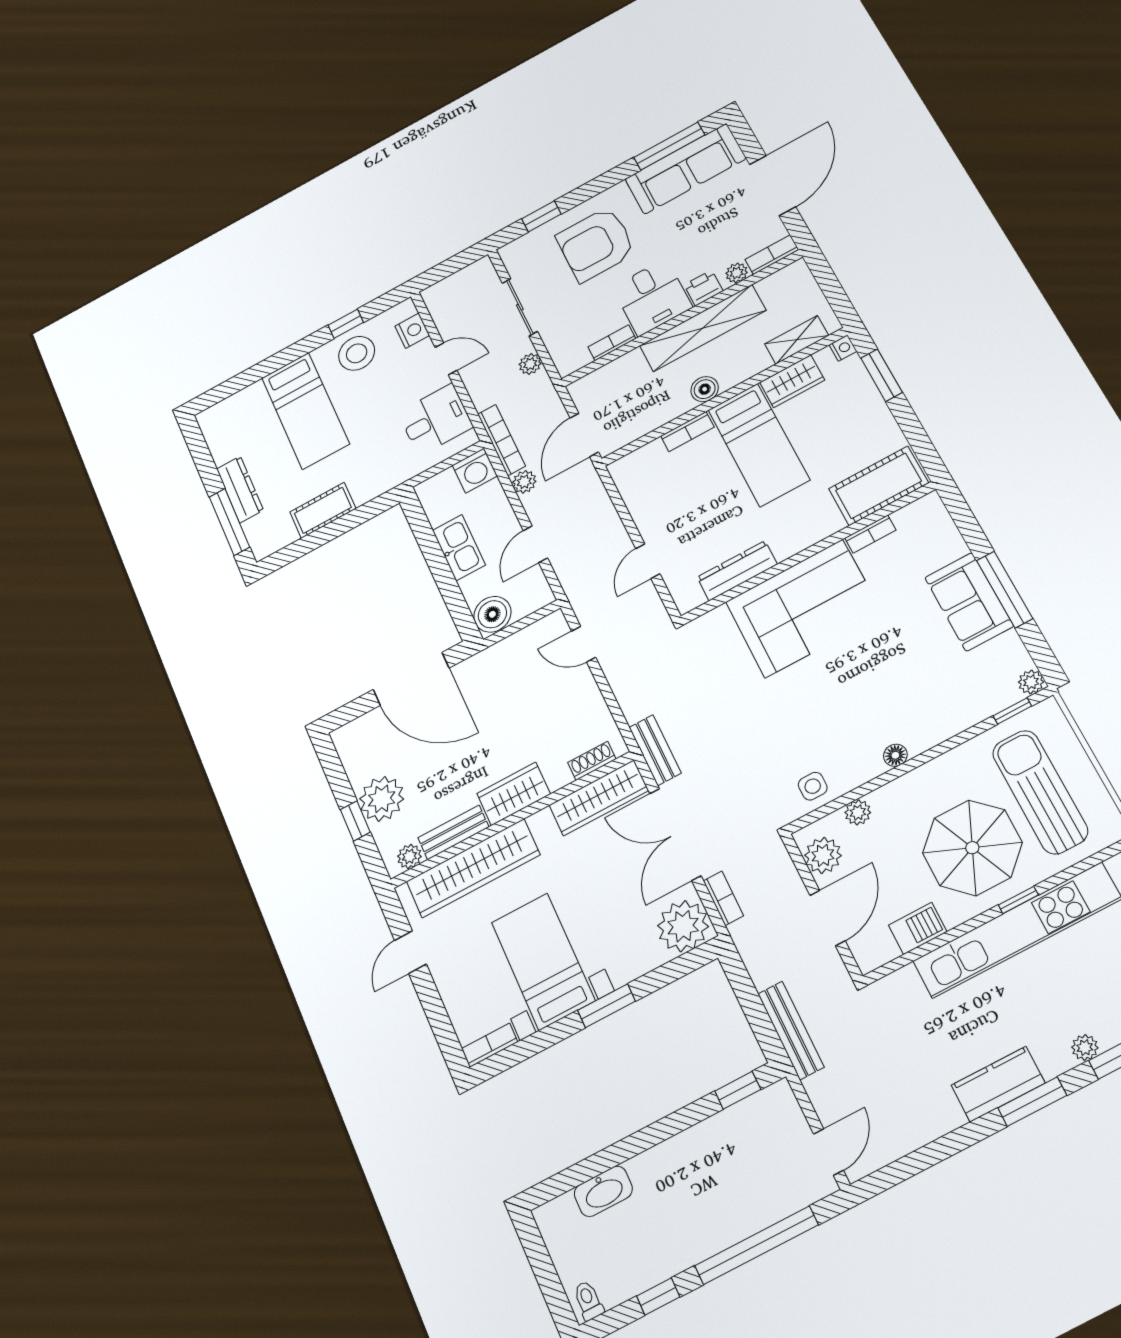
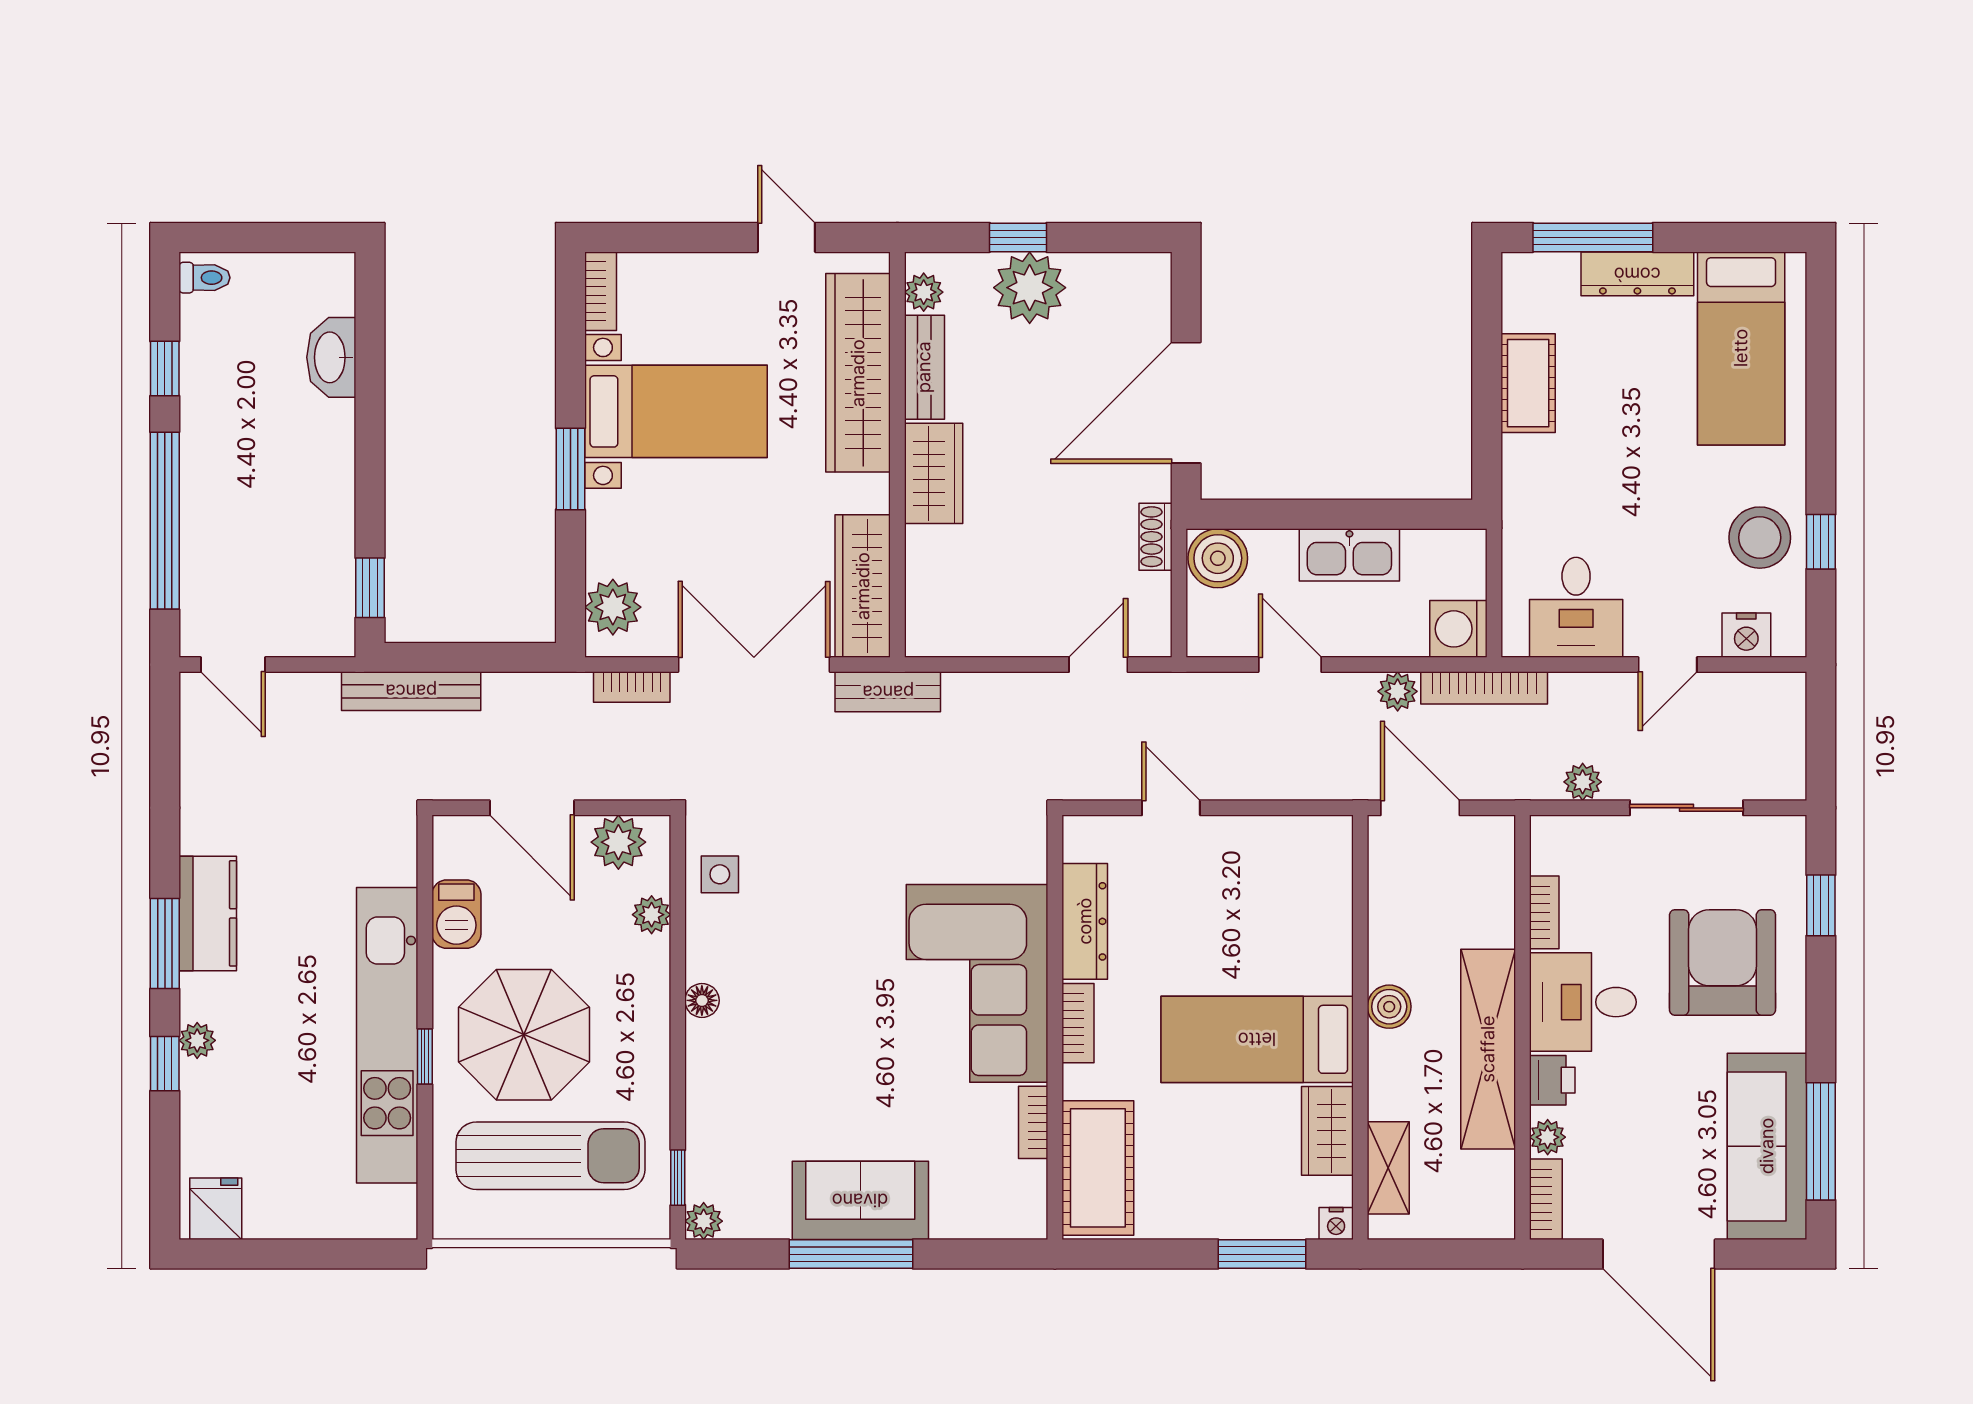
bed: (305, 411) -> (1741, 348), moved, turned -90
bookcase: (687, 432) -> (1078, 1023), moved, turned 180
shoe rack: (592, 761) -> (1155, 537), moved, turned 180
plant: (683, 926) -> (613, 607), width x0.73, depth x0.73

